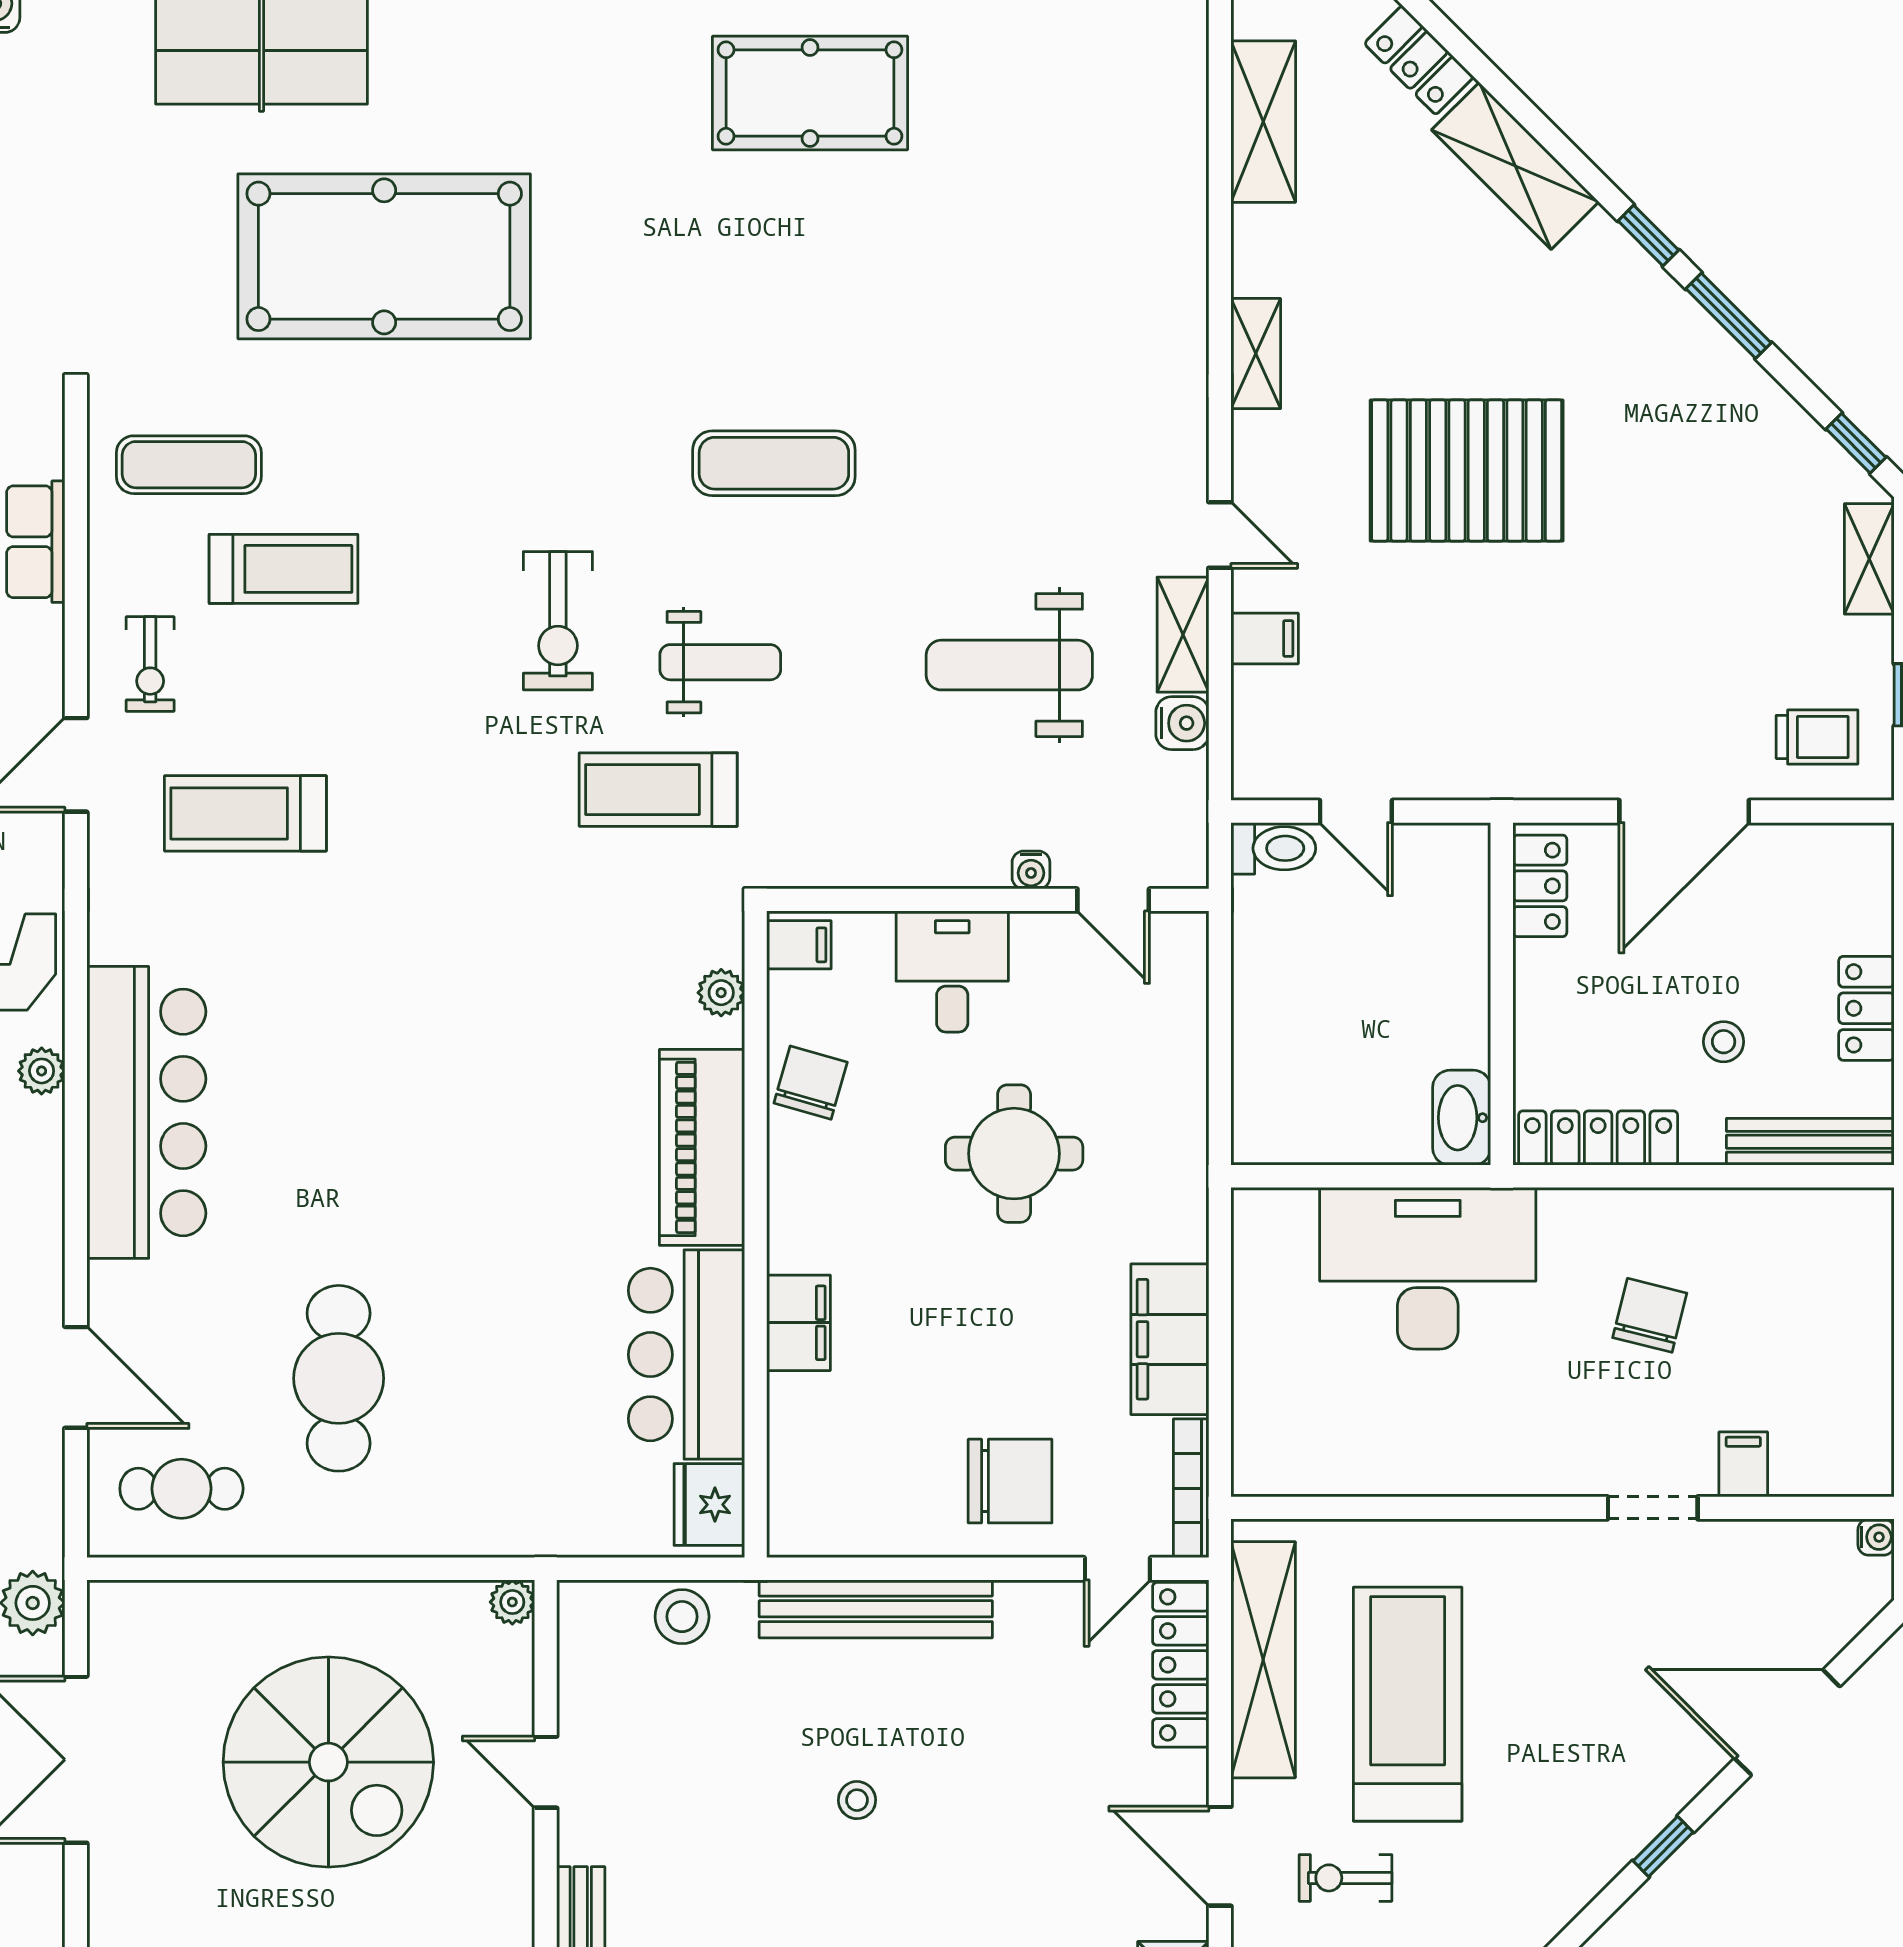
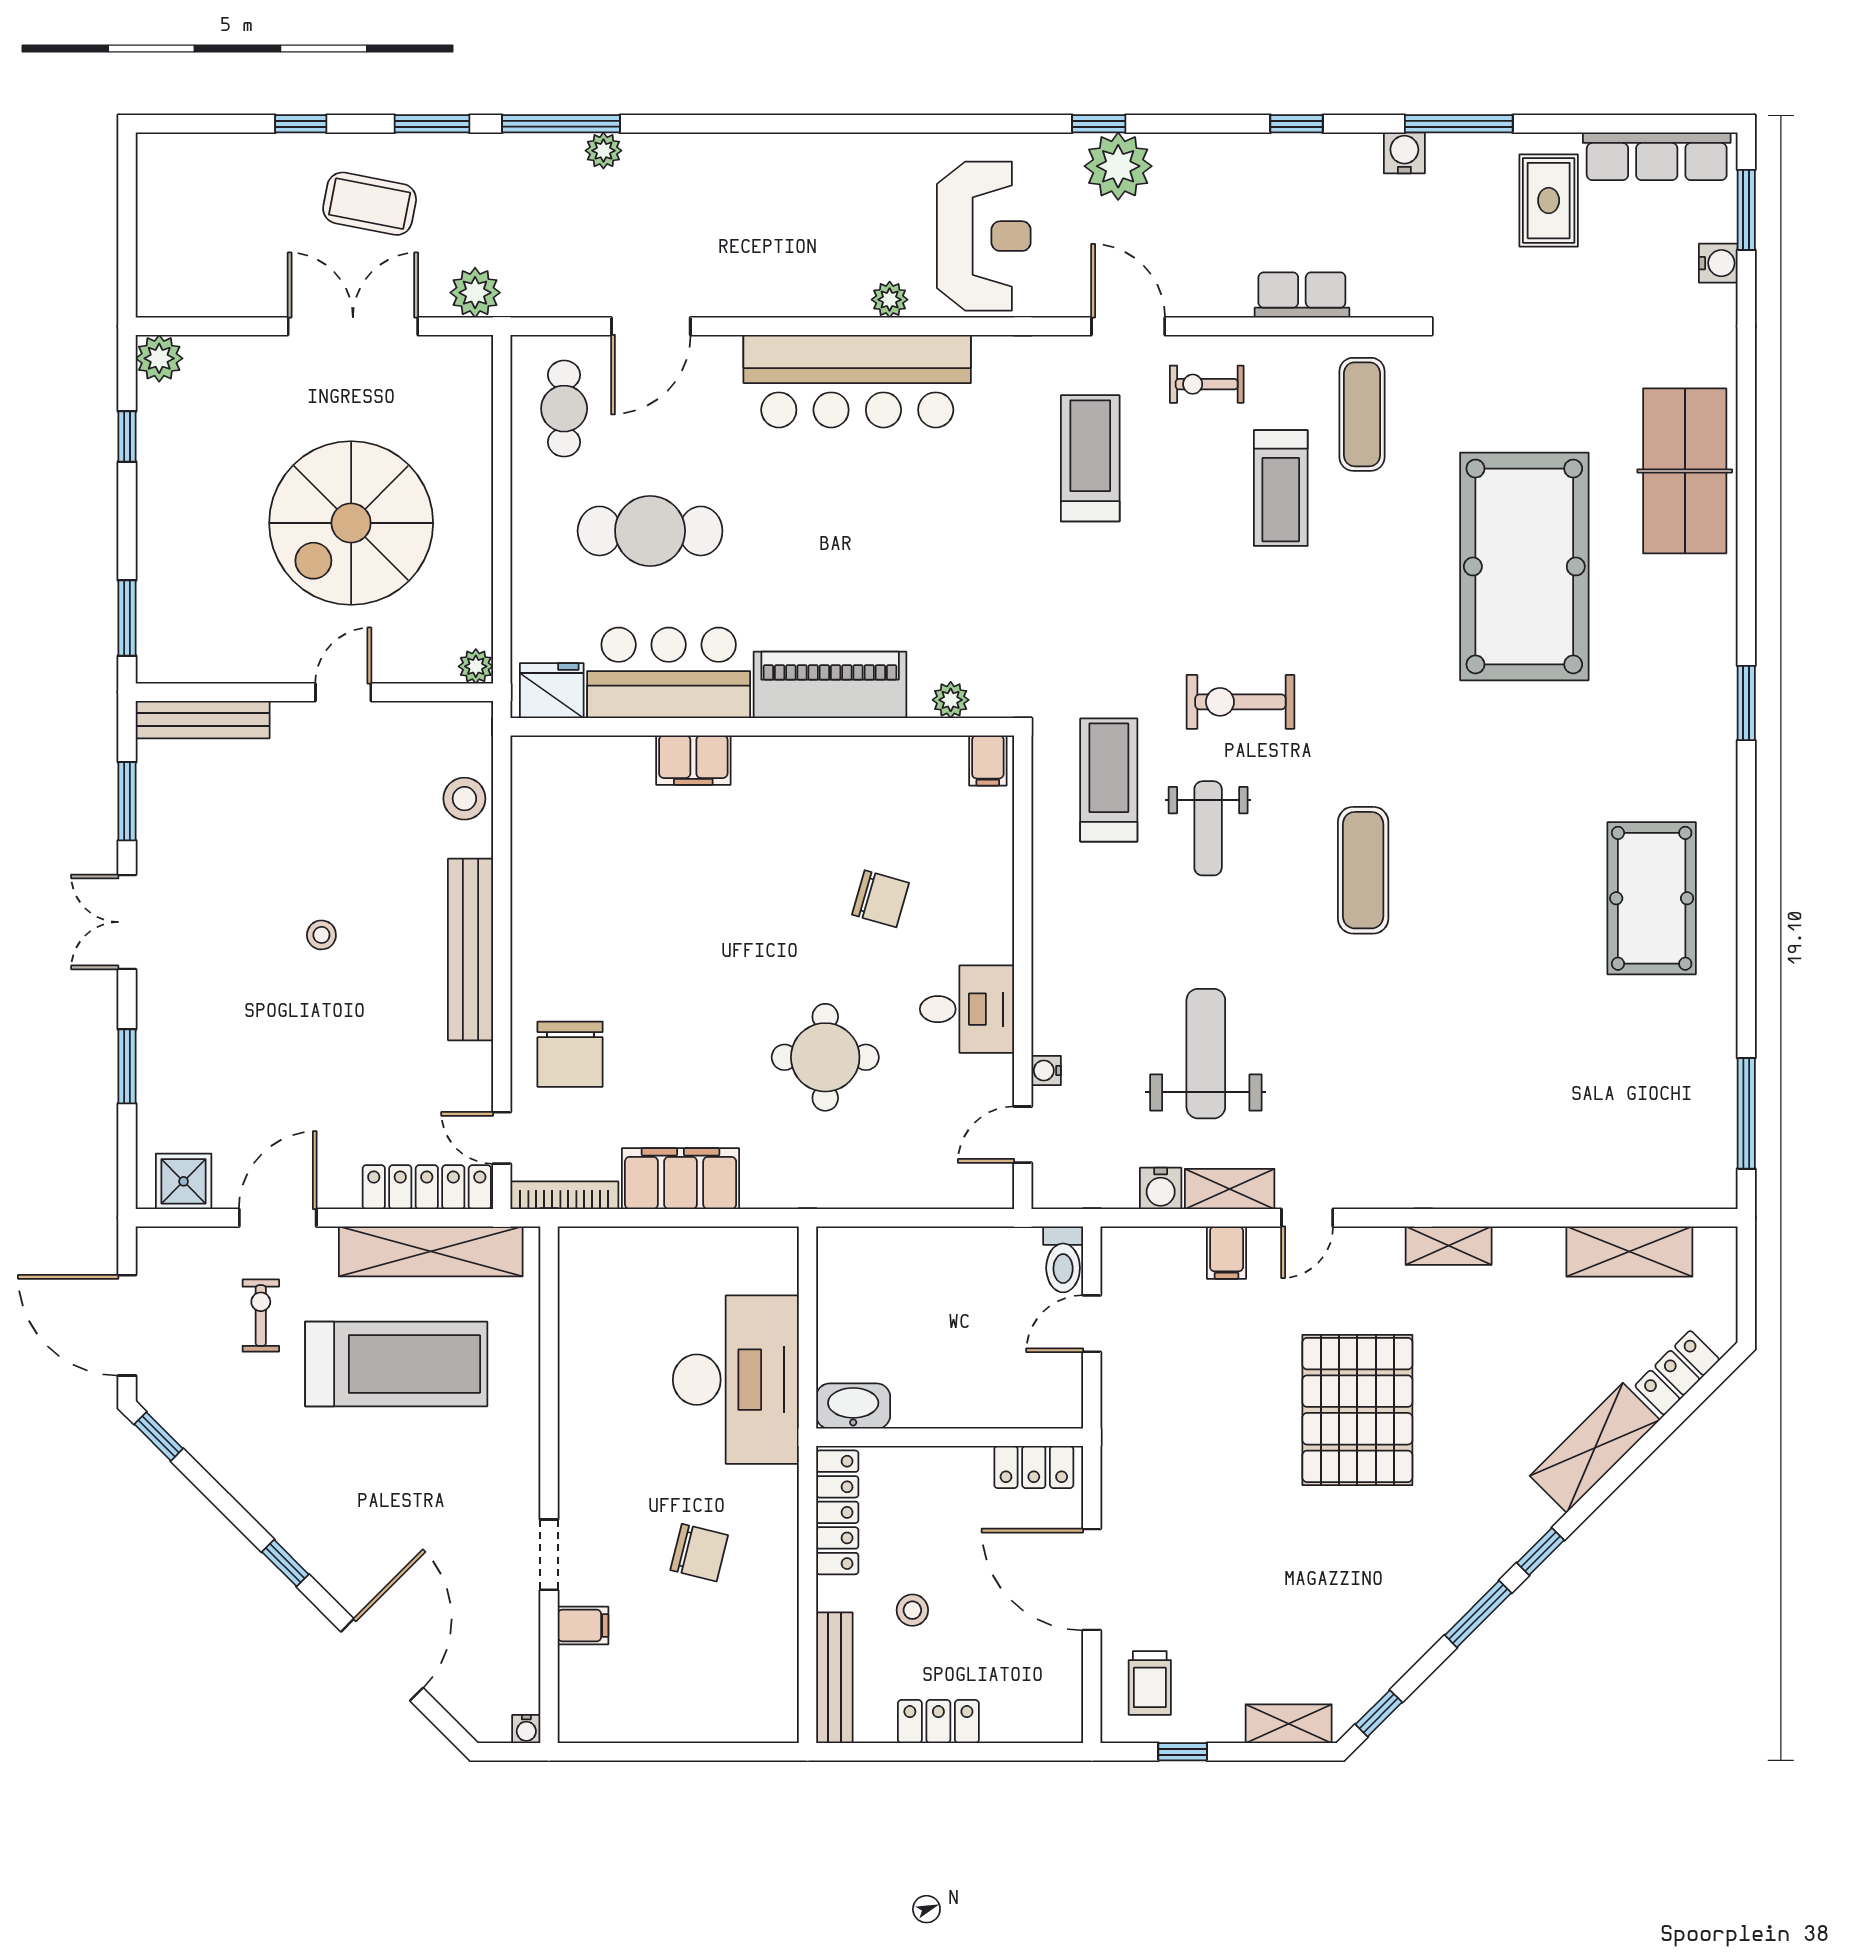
filing cabinet: (799, 945) -> (988, 760), moved
plant: (721, 993) -> (951, 700), moved
piano: (702, 1147) -> (830, 685), moved
wall: (756, 1234) -> (762, 727), moved
filing cabinet: (799, 1323) -> (693, 760), moved
bar counter: (686, 1355) -> (669, 673), moved
fridge: (709, 1505) -> (552, 691), moved

